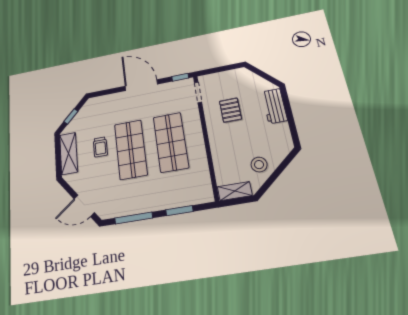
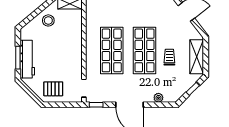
plant: (109, 99) -> (158, 98), added
workbench: (274, 106) -> (27, 59), width x1.38
pallet: (230, 110) -> (53, 89), moved, turned 90
window: (289, 112) -> (18, 58), added

